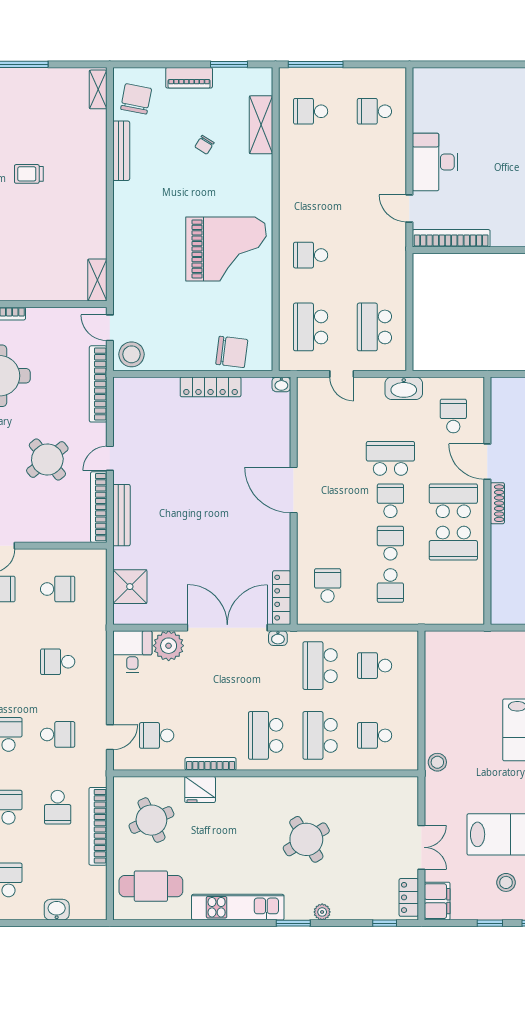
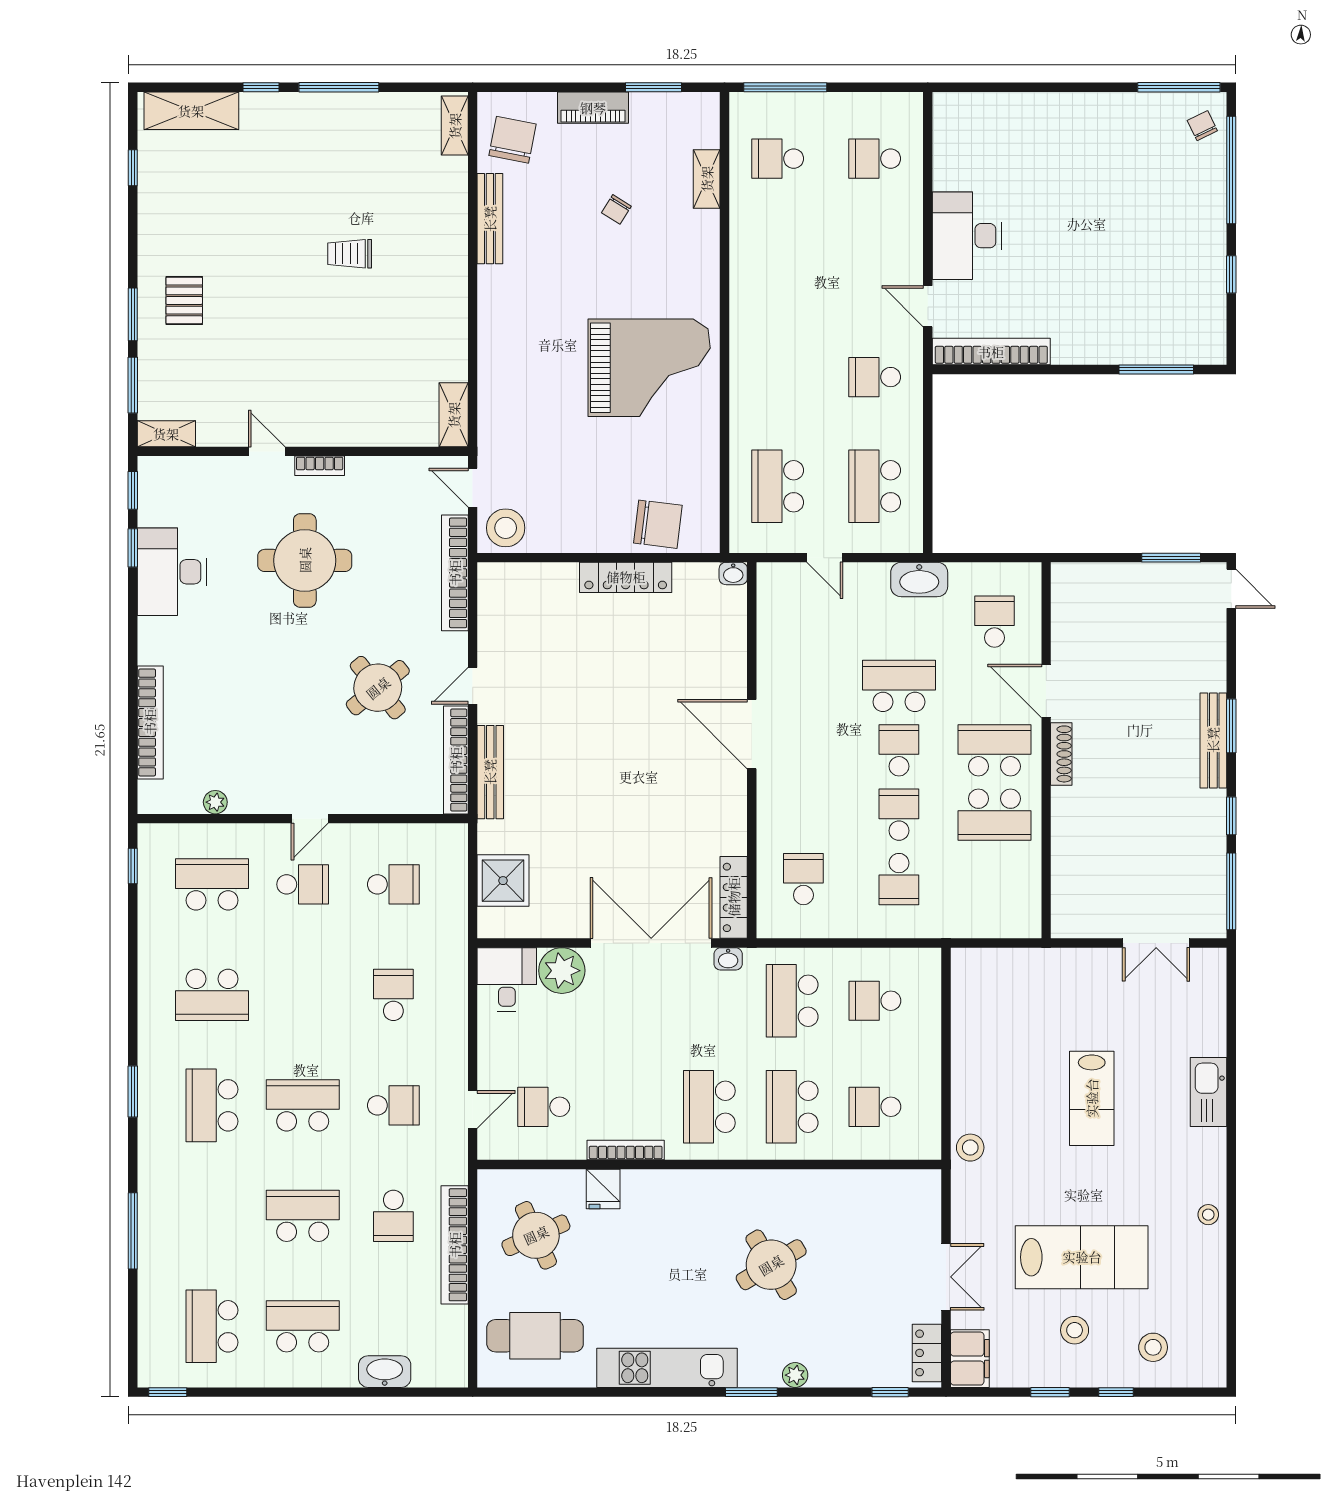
shelving: (261, 125) -> (707, 179), width x0.67, depth x0.75
school desk: (311, 255) -> (875, 377), moved
school desk: (58, 662) -> (393, 995), turned 90
fridge: (200, 790) -> (603, 1189), width x0.72
washbasin: (57, 910) -> (385, 1372), width x1.38

